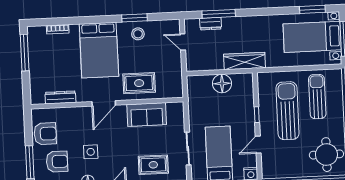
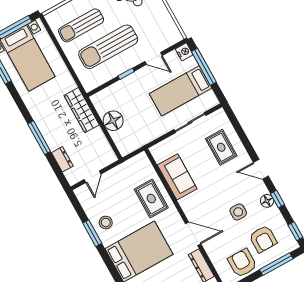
window: (219, 14) -> (39, 138), moved
door: (104, 103) -> (193, 234), moved
armchair: (57, 162) -> (263, 239), turned 180

